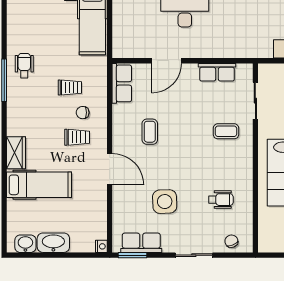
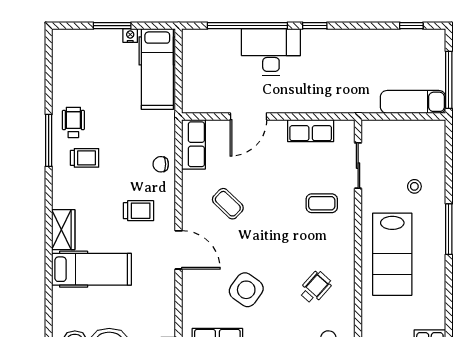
trolley: (70, 88) -> (85, 158), moved
chair: (83, 113) -> (161, 164), moved
coffee table: (150, 132) -> (228, 204), turned -46
wheelchair: (221, 200) -> (315, 287), turned -48
side table: (165, 202) -> (246, 290), turned 38

